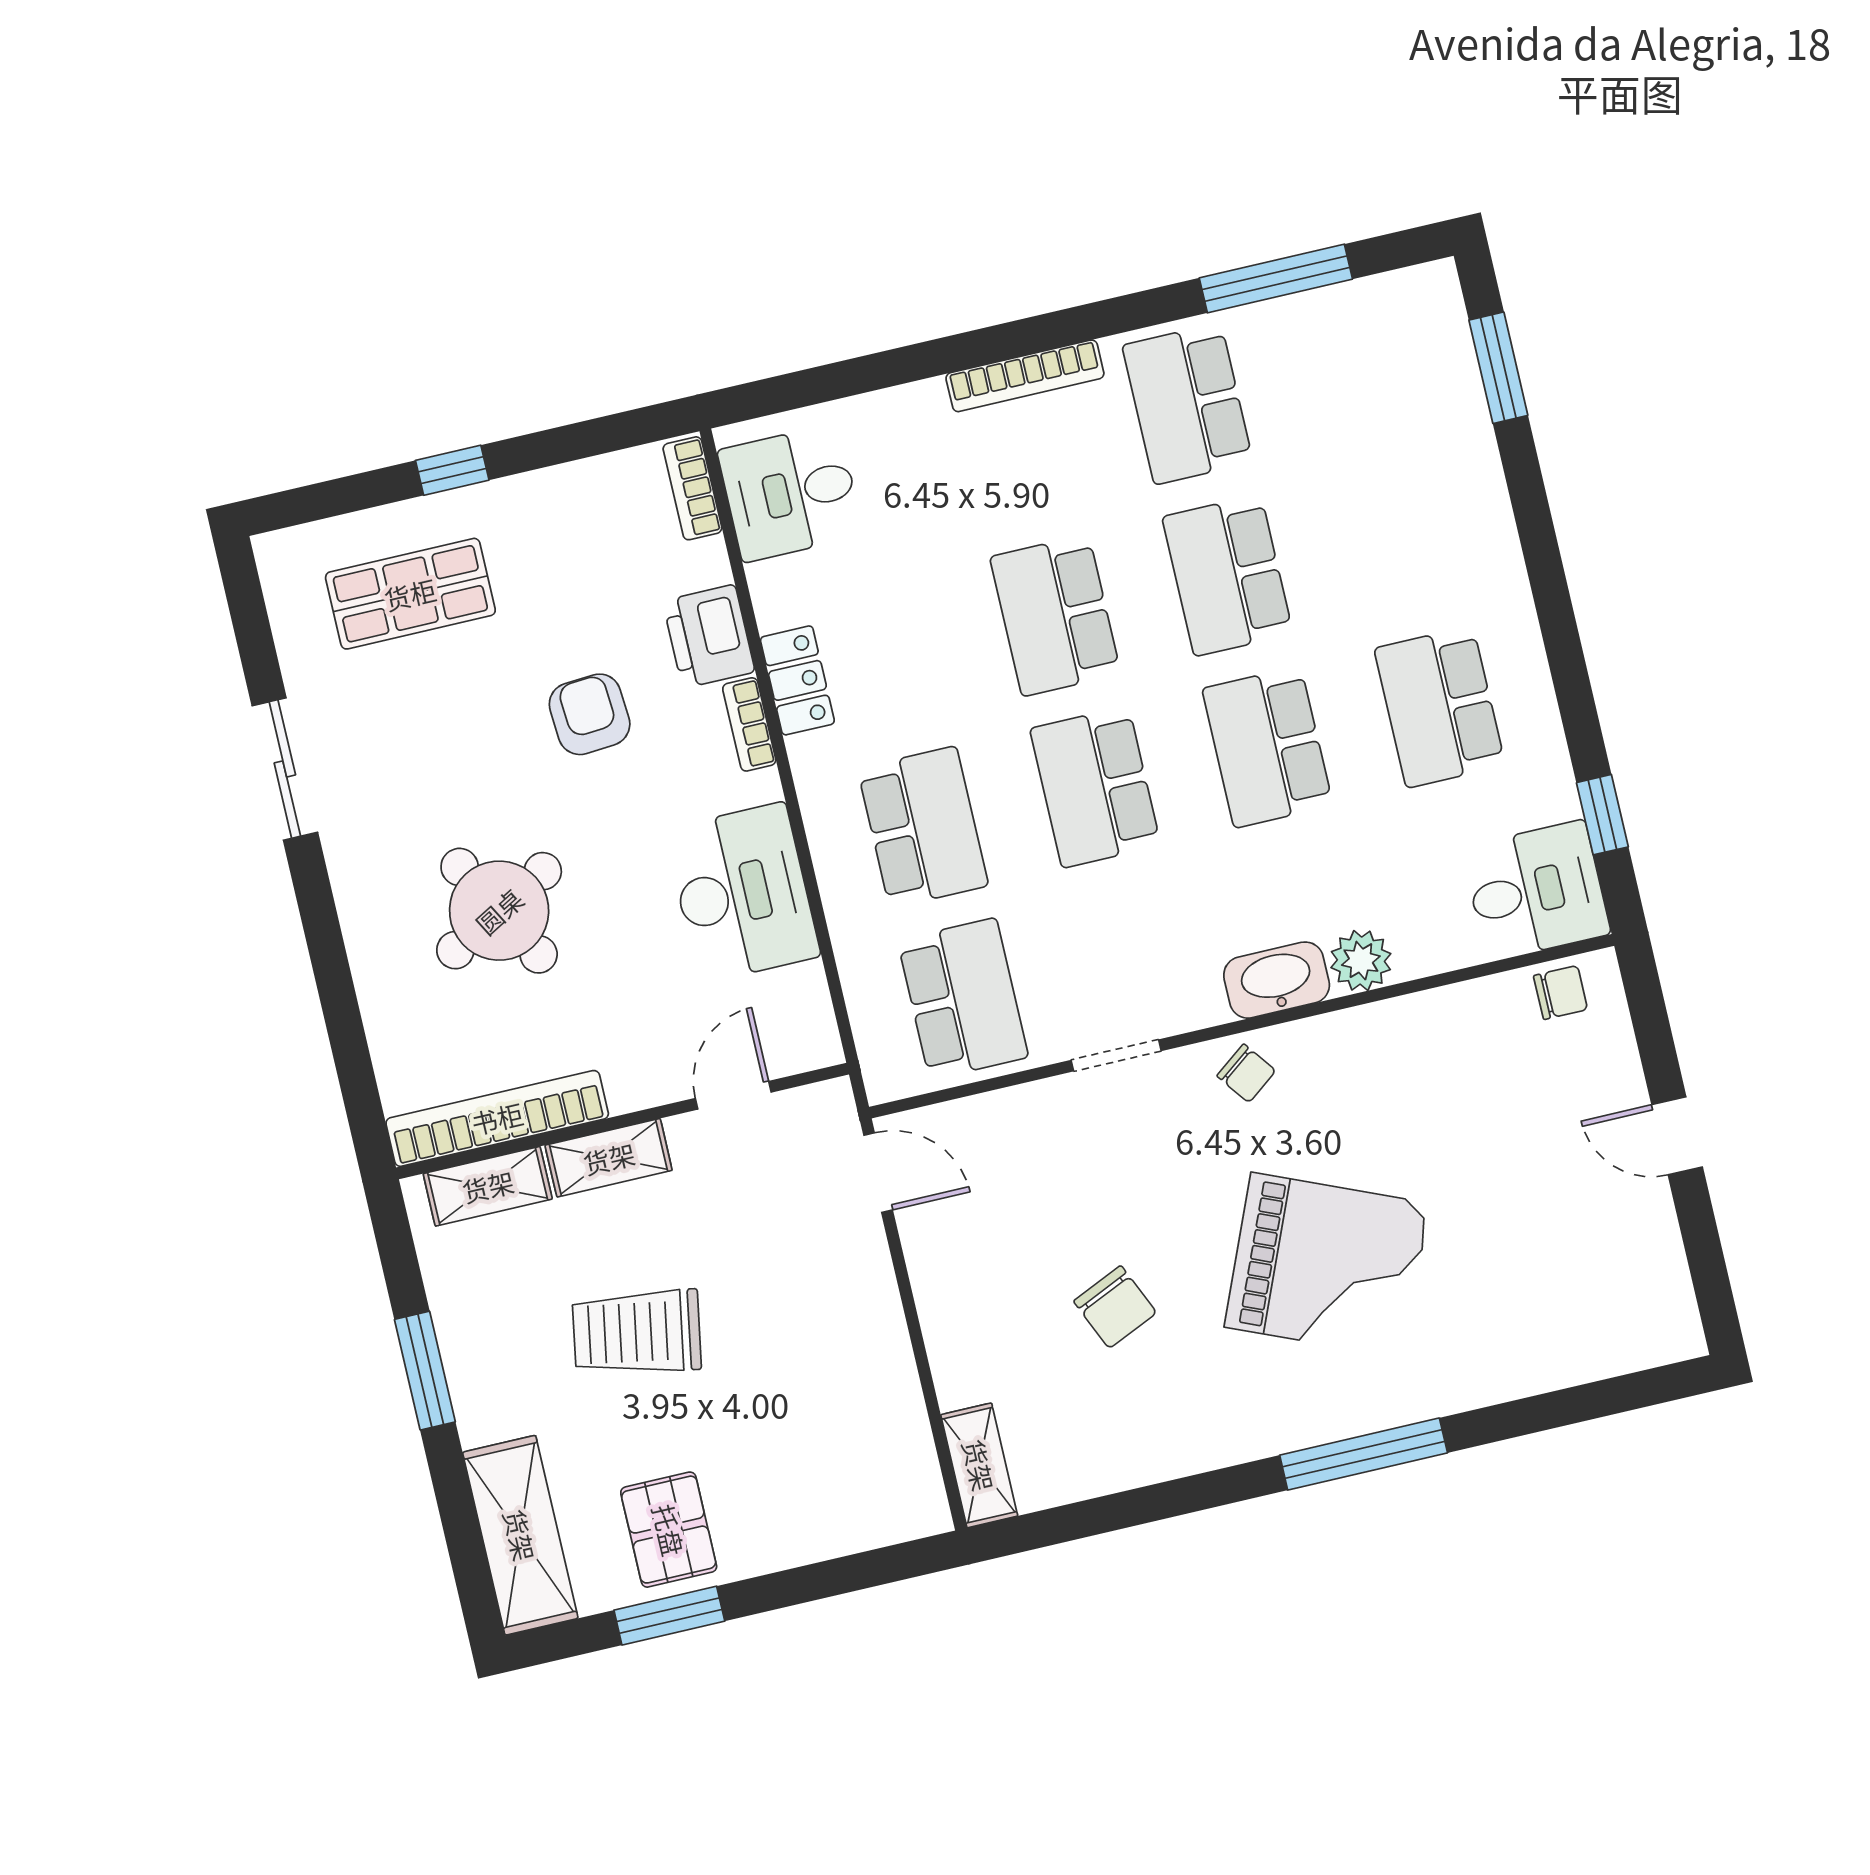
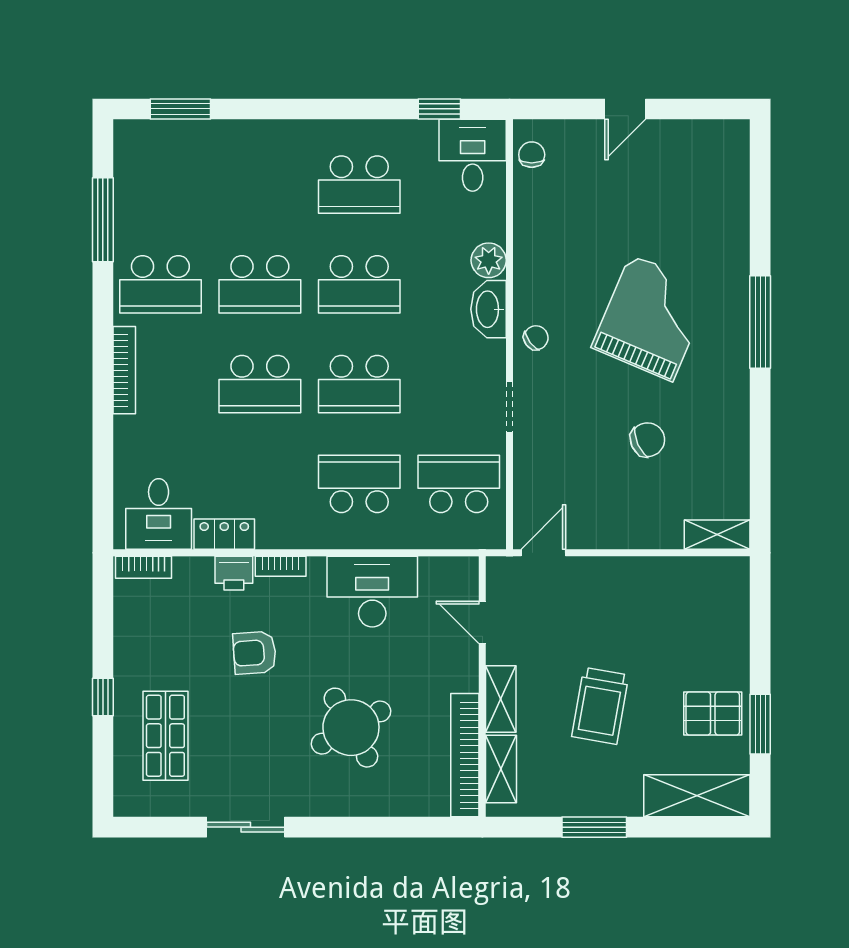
printer: (709, 636) -> (234, 573), width x0.73, depth x0.81
locker: (797, 680) -> (224, 534), moved

